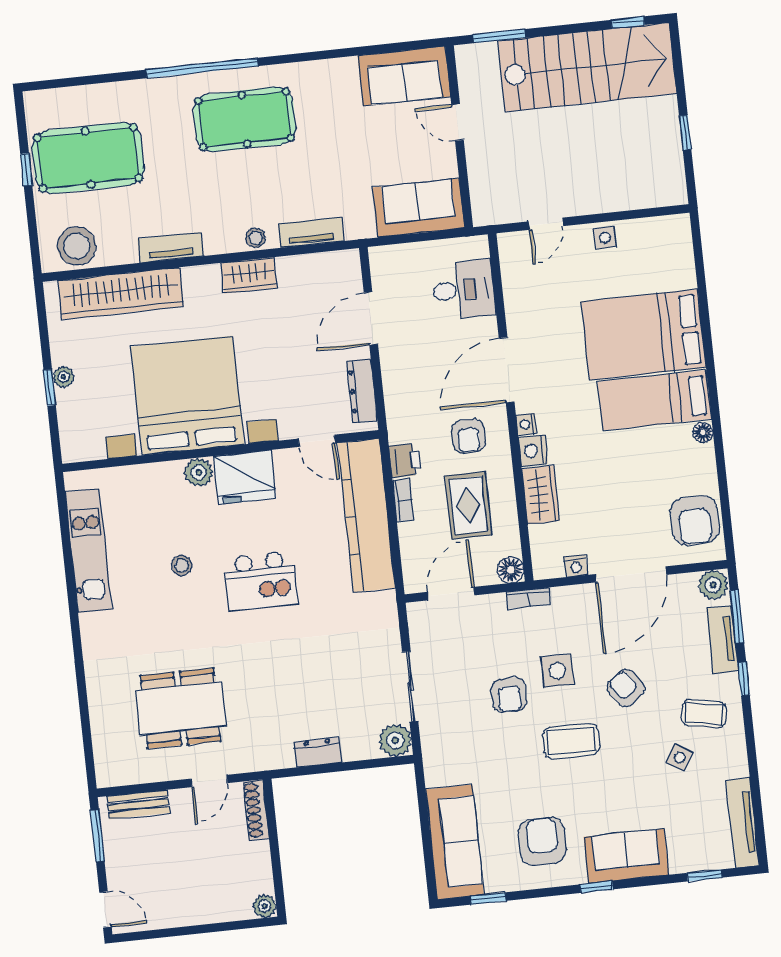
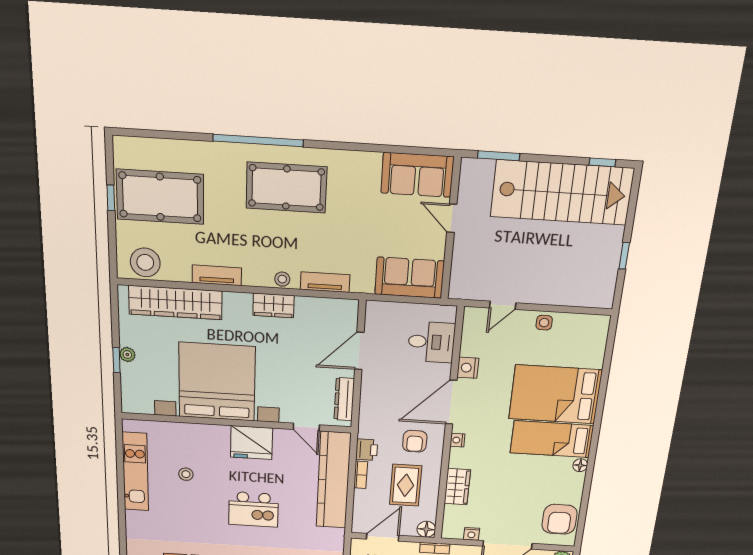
nightstand: (533, 451) -> (468, 368), moved
plant: (199, 472) -> (219, 434), removed
stool: (182, 566) -> (186, 474), moved

